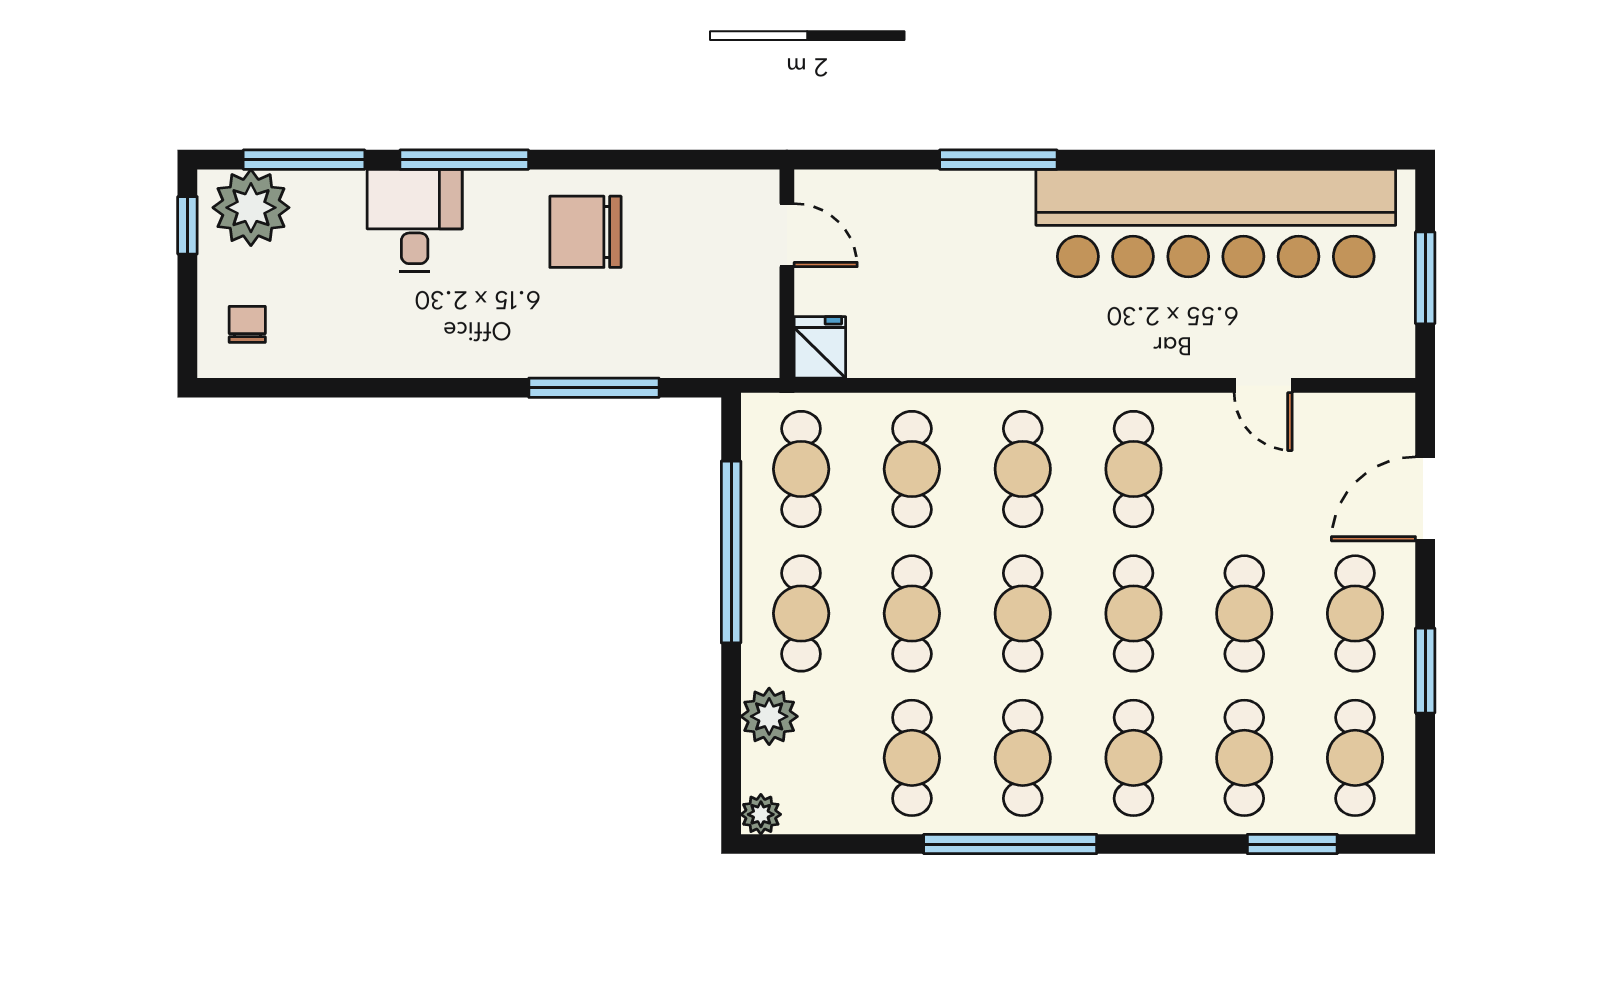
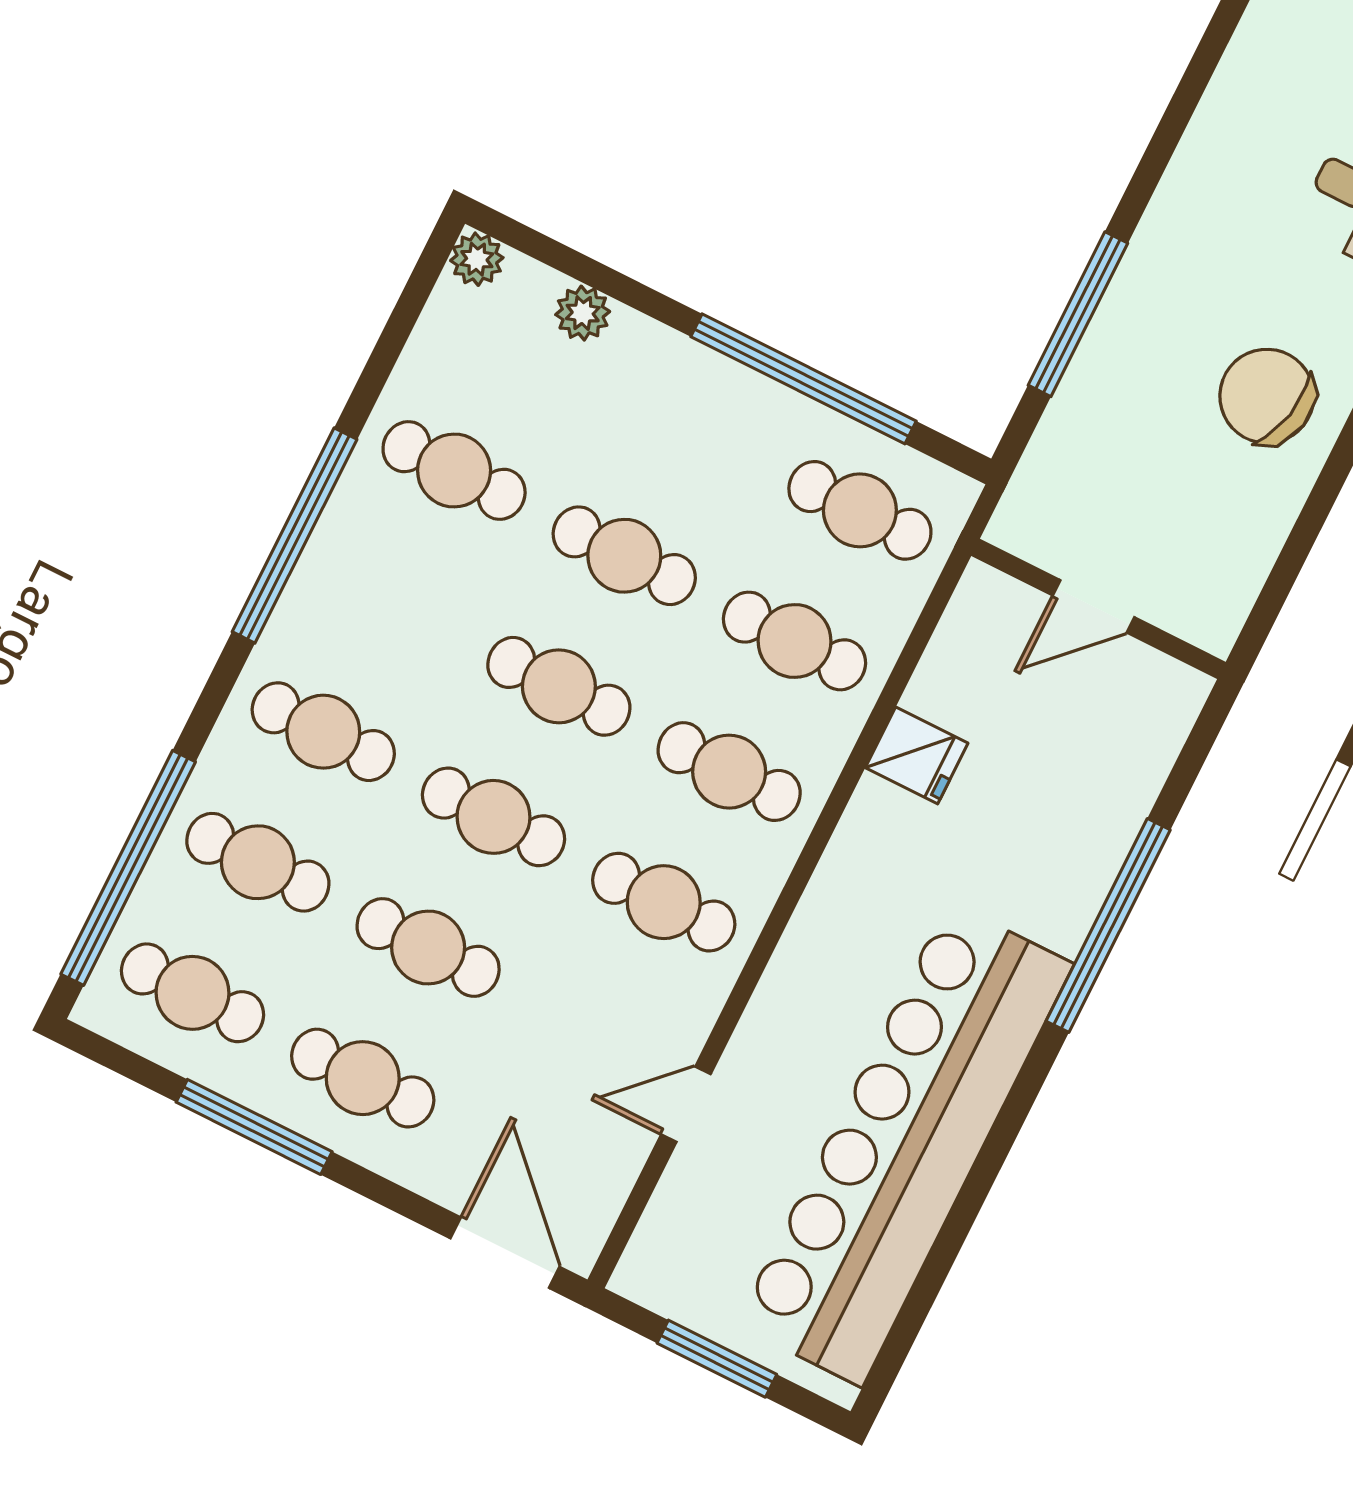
window: (998, 160) -> (1108, 925), width x1.46
chair: (585, 232) -> (1267, 396), turned -78
door: (787, 235) -> (1094, 606), moved
fridge: (820, 347) -> (917, 755), moved
door: (1425, 499) -> (505, 1253), moved
cafe table: (801, 613) -> (690, 425), removed
window: (1425, 671) -> (254, 1127), width x1.44
plant: (769, 716) -> (583, 313), width x0.73, depth x0.73
cafe table: (1023, 758) -> (389, 601), removed
window: (1292, 844) -> (128, 868), width x2.11

